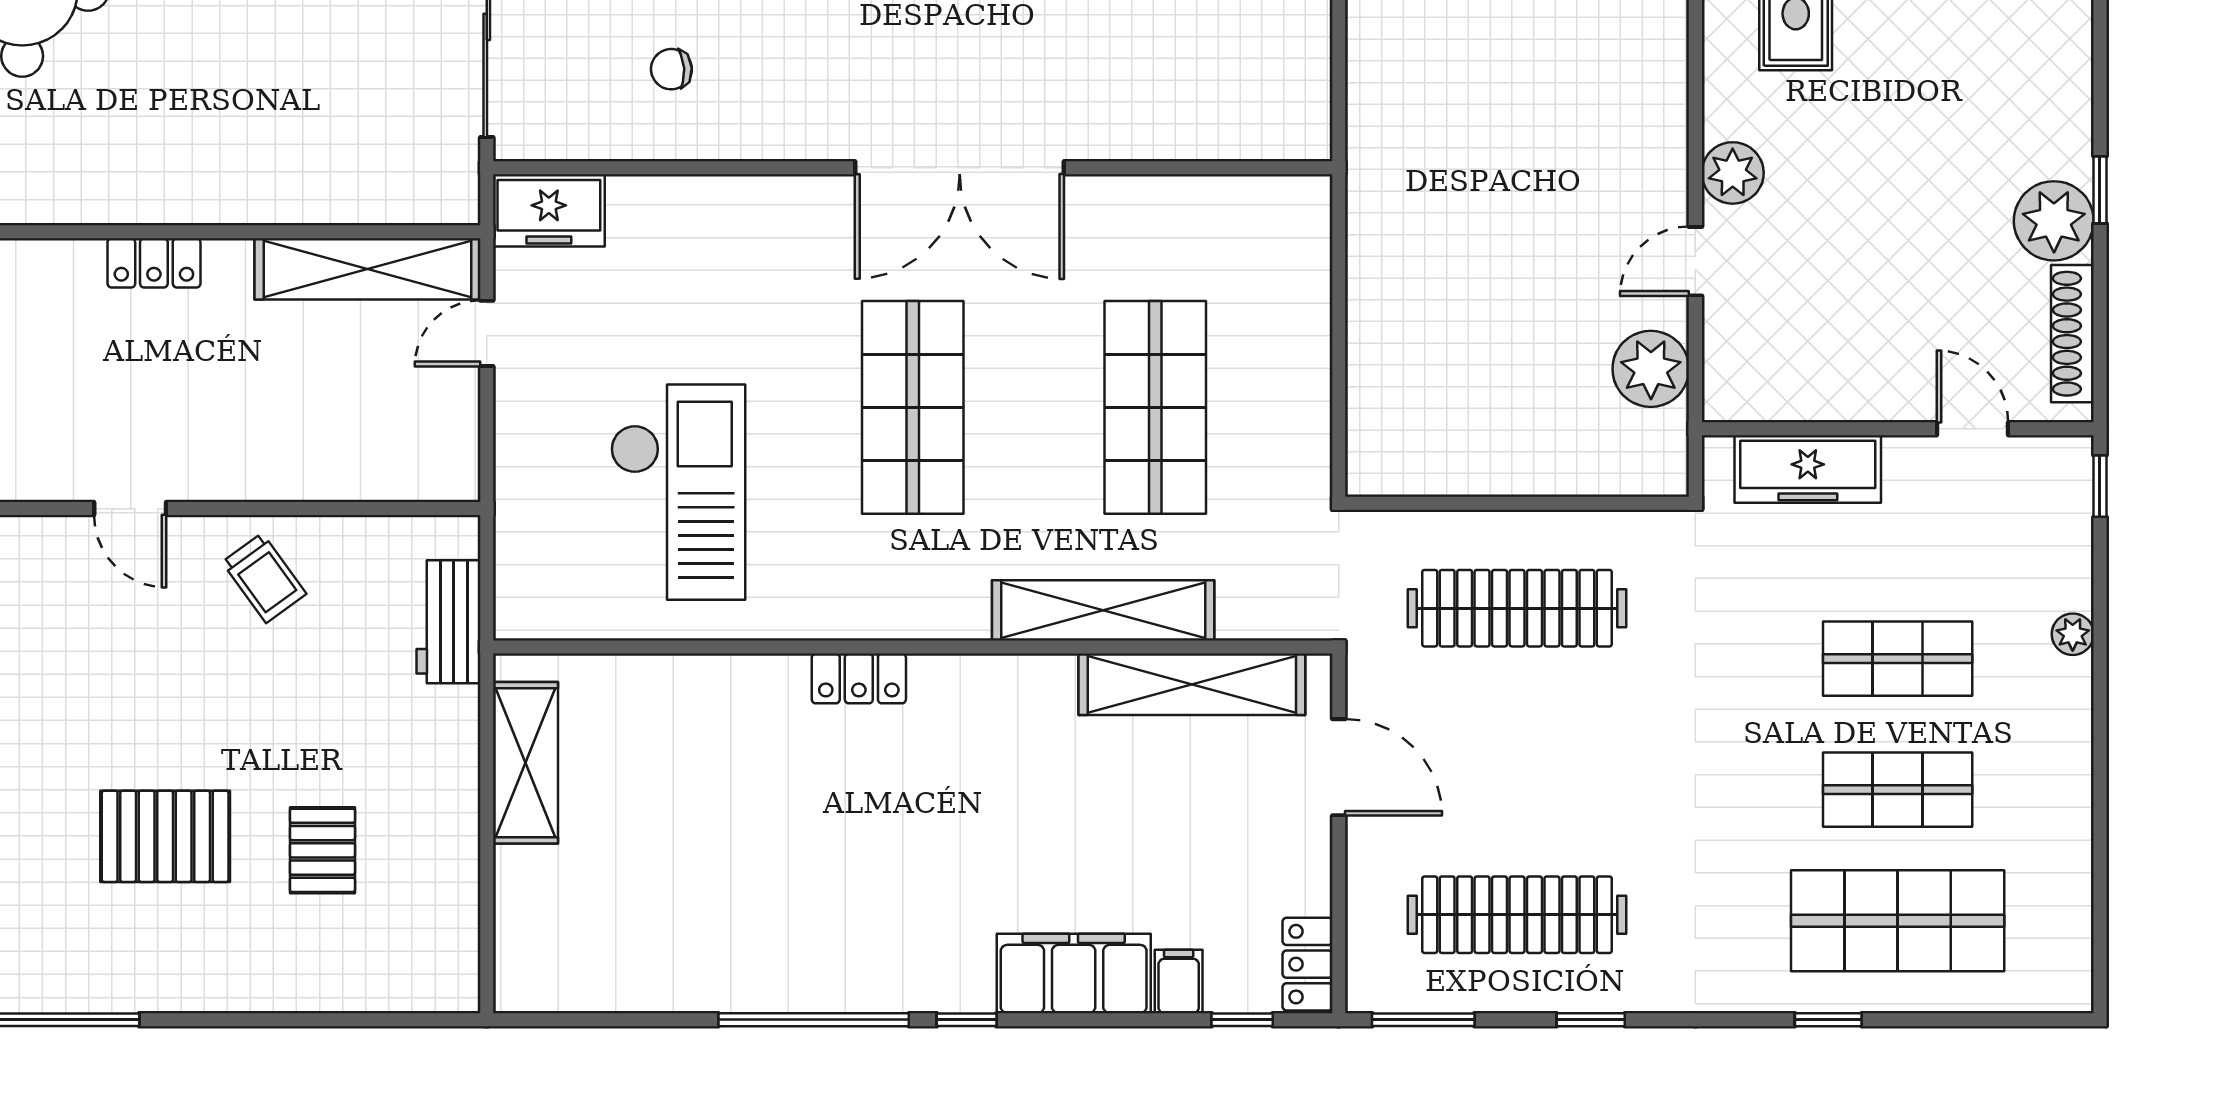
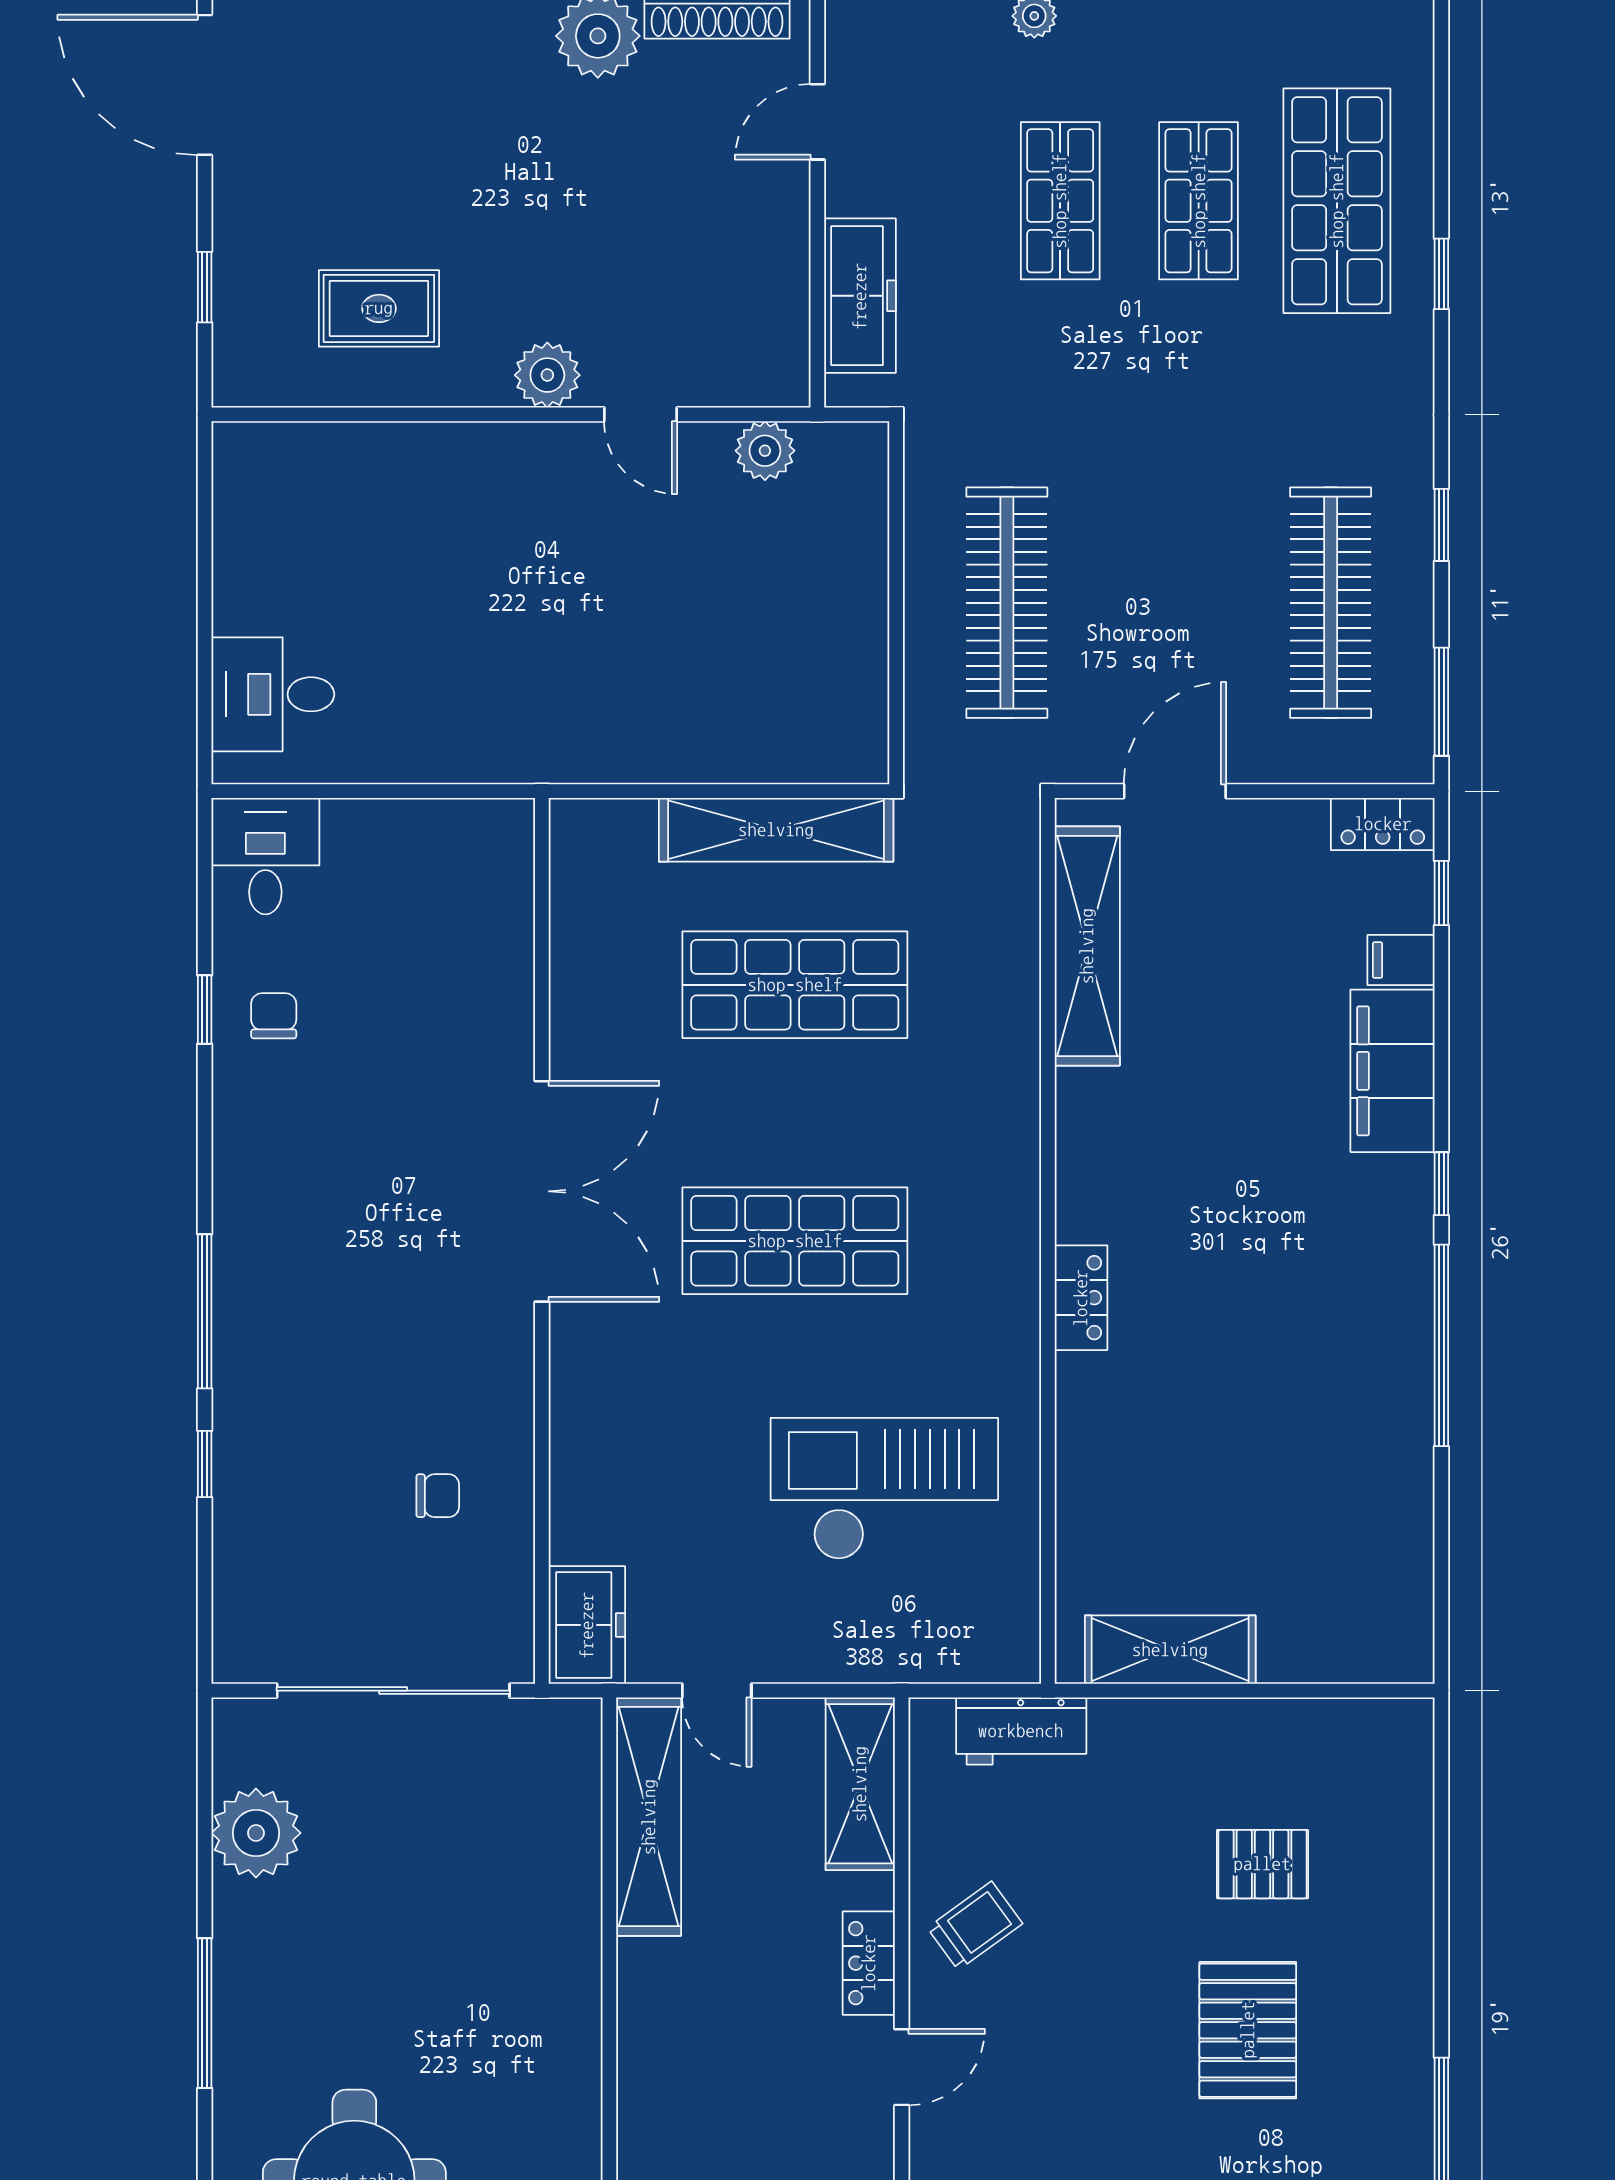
chair: (671, 69) -> (438, 1496), turned -86
locker: (154, 263) -> (869, 1963), moved, turned 180
plant: (1651, 369) -> (765, 451), width x0.73, depth x0.73
shelving: (399, 469) -> (860, 1784), added
shelving: (1103, 610) -> (776, 830), moved, turned 90

